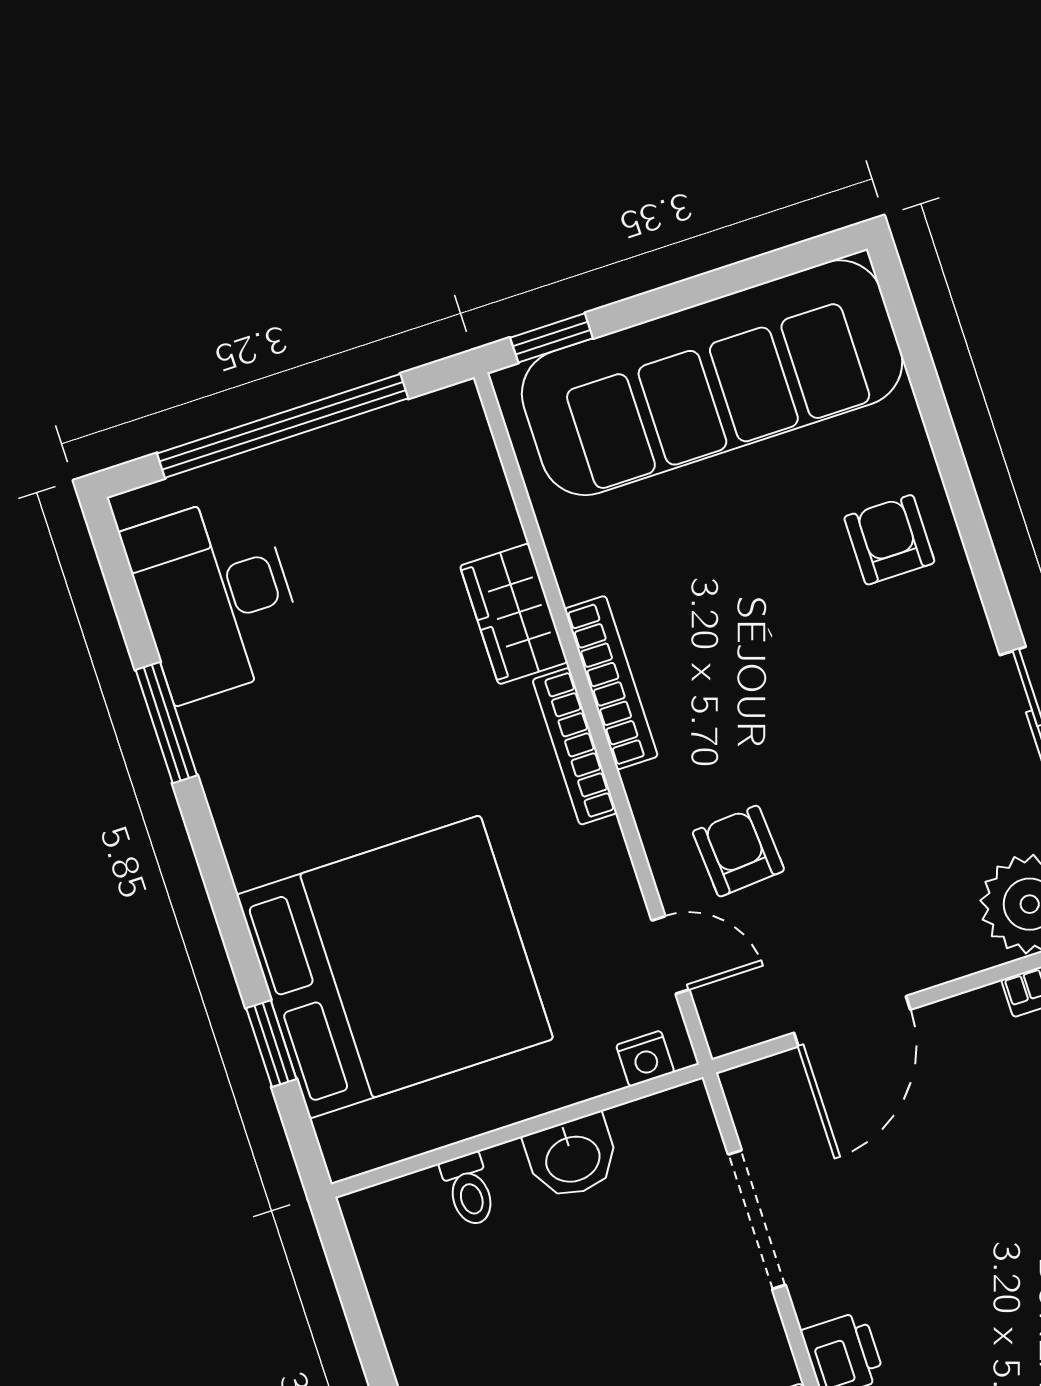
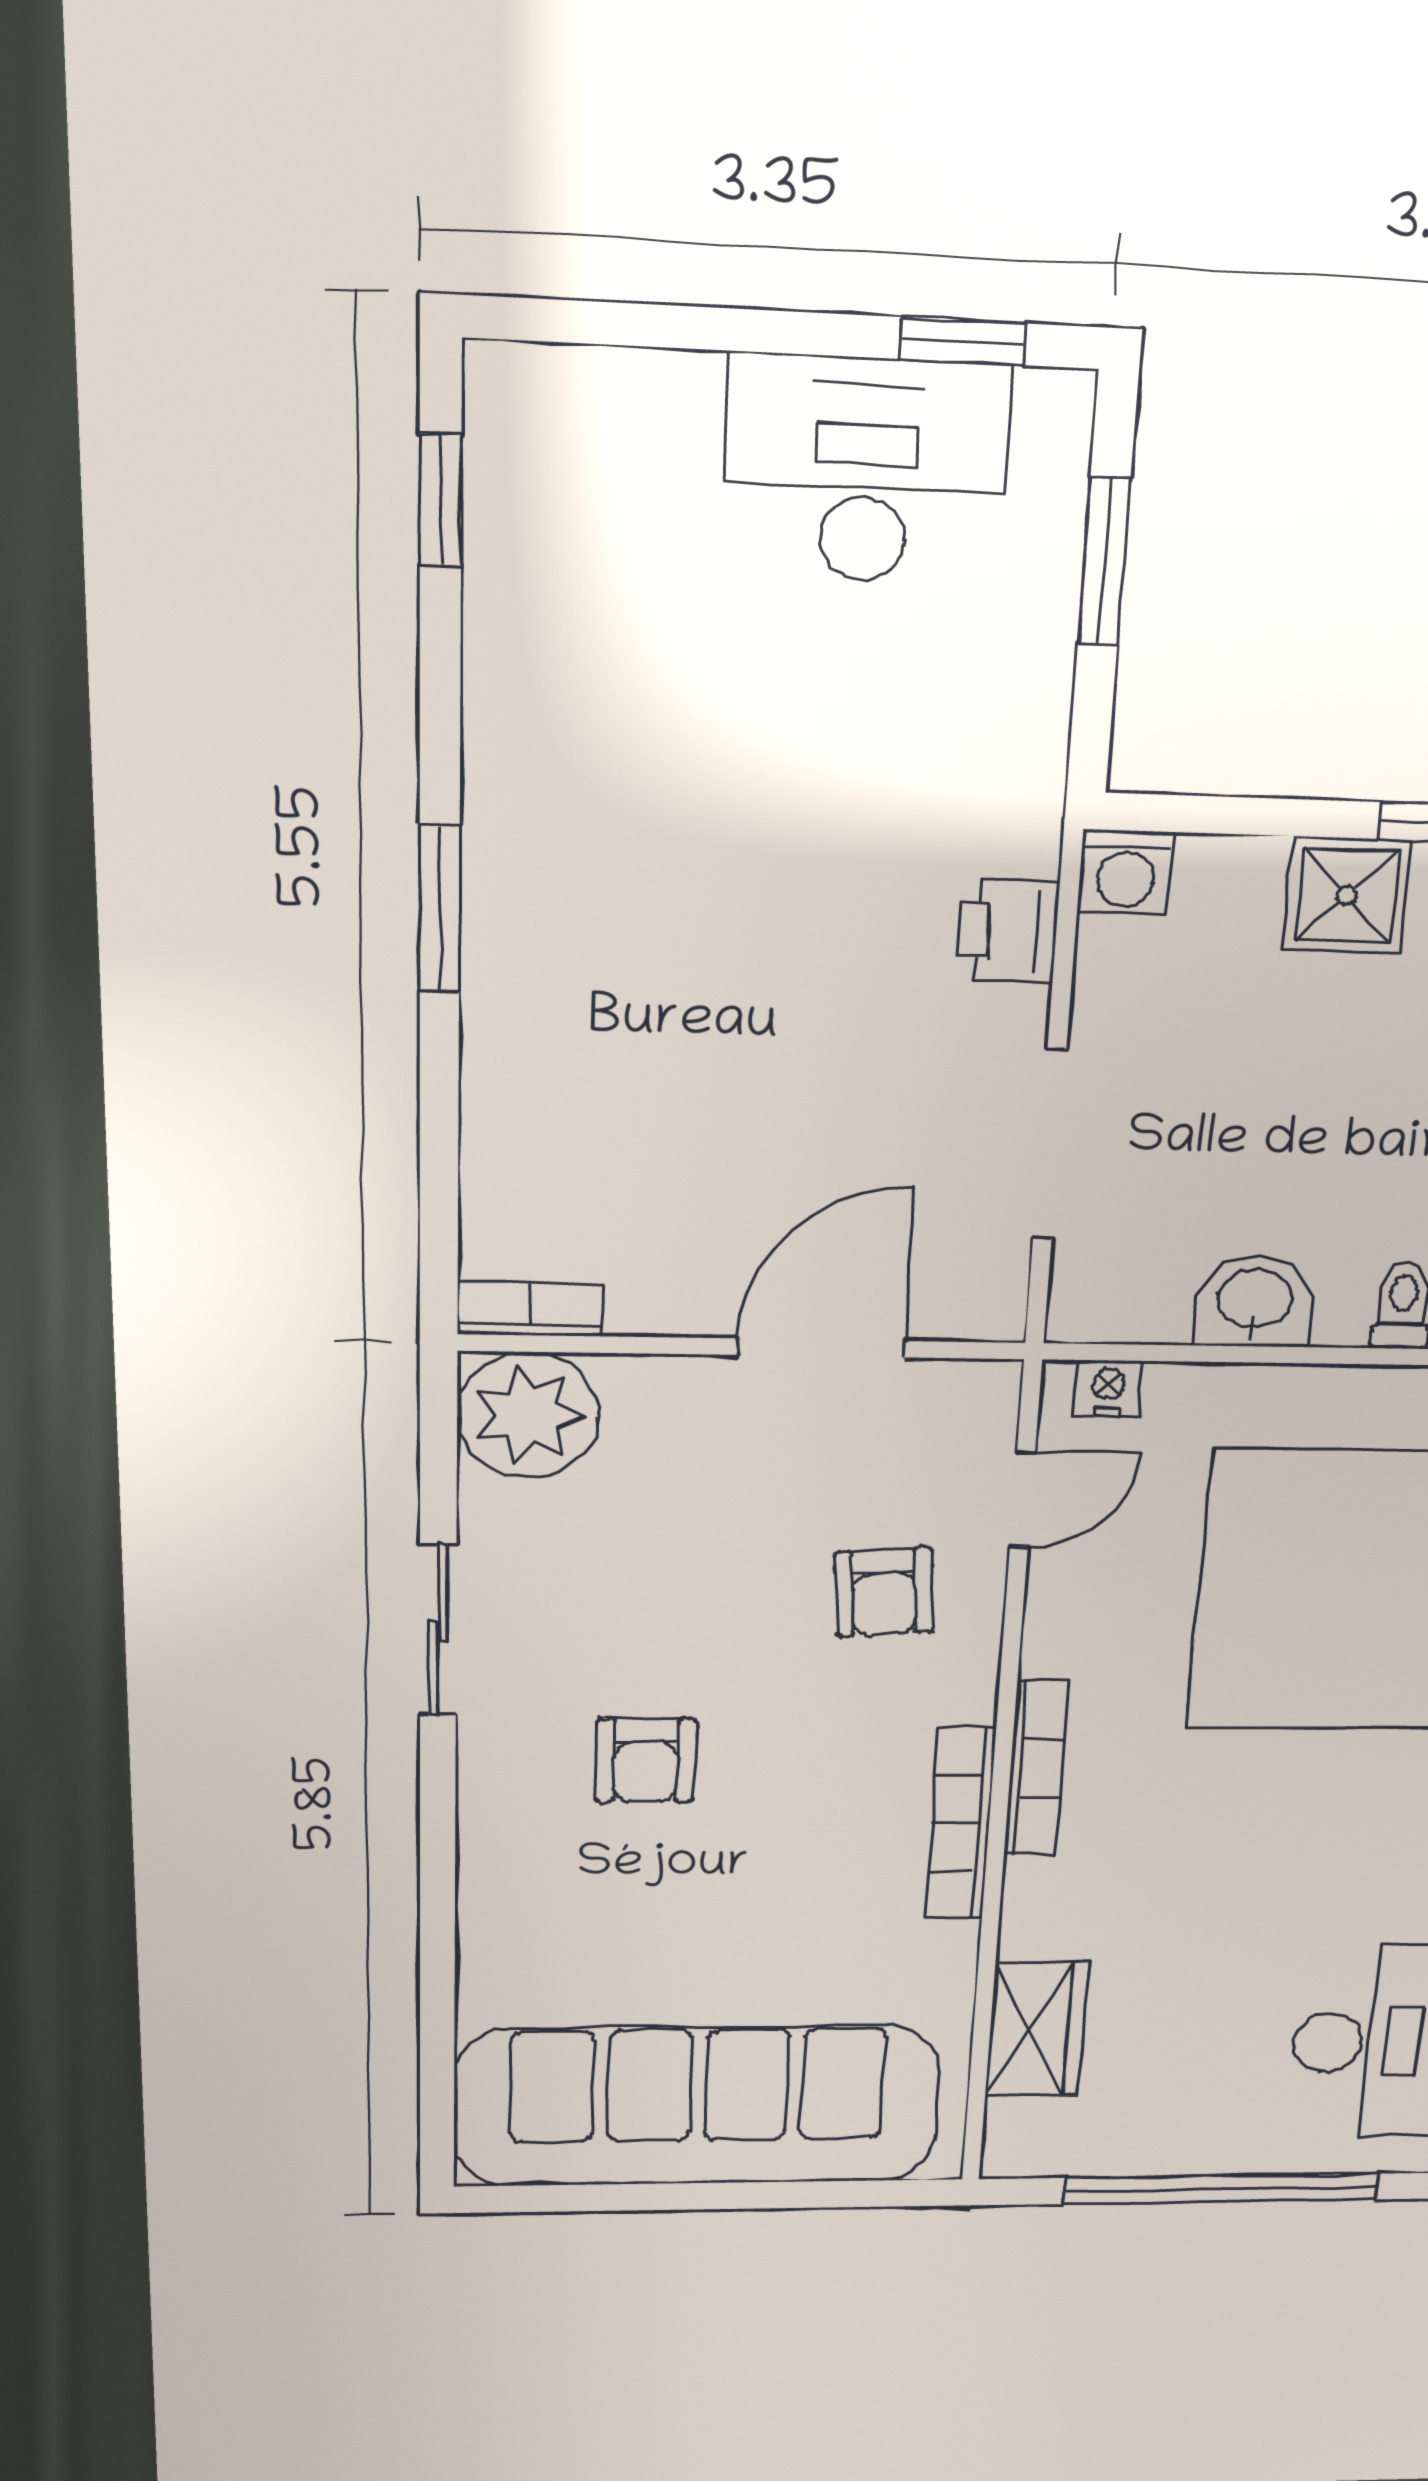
window: (552, 338) -> (871, 2194), removed
armchair: (889, 540) -> (646, 1760), moved
wardrobe: (514, 614) -> (1036, 2030), moved
door: (670, 955) -> (1022, 1500), swing flipped

